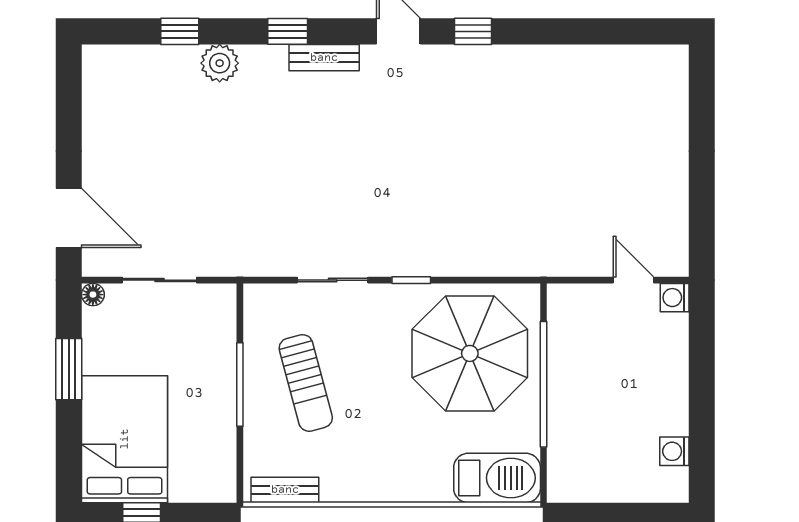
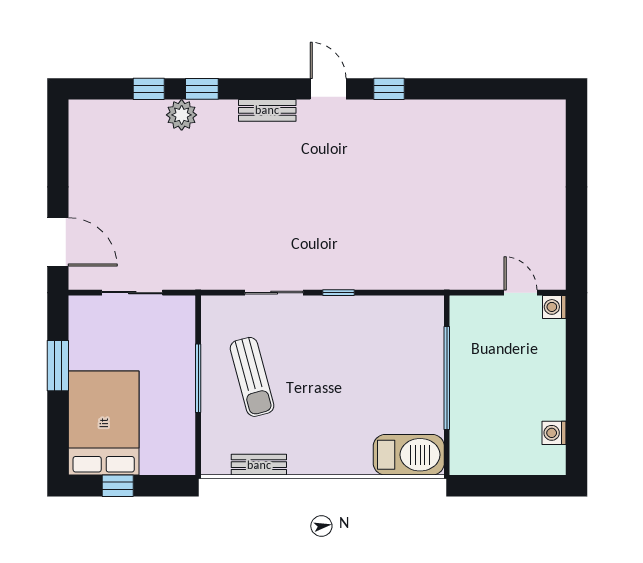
window: (288, 31) -> (202, 89), moved
floor lamp: (93, 295) -> (78, 305), removed
parasol: (470, 353) -> (386, 353), removed
bench: (285, 490) -> (259, 465), moved

